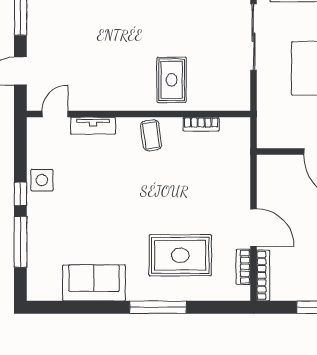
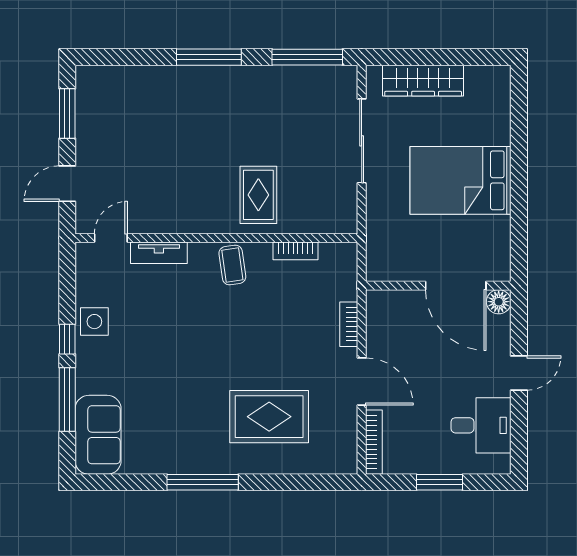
bookcase: (243, 267) -> (349, 324), moved
sofa: (94, 283) -> (98, 435), moved, turned 90
window: (158, 307) -> (203, 482), moved

